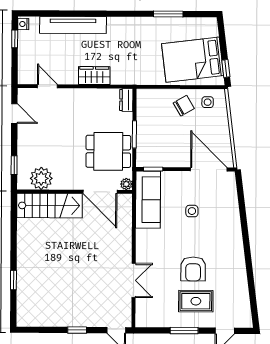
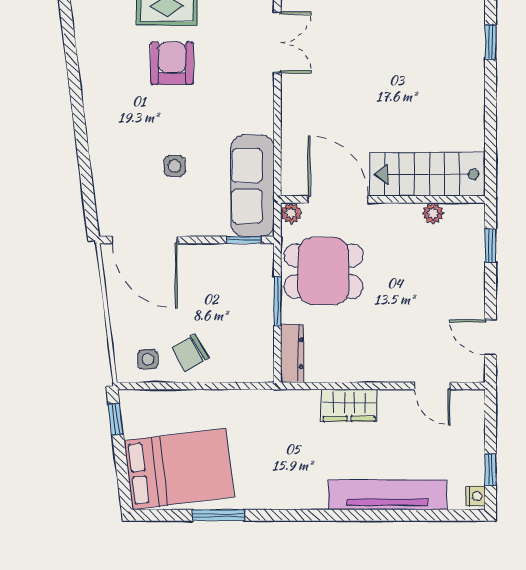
bed: (193, 60) -> (179, 469), moved
dresser: (126, 100) -> (292, 353), width x1.44
plant: (41, 178) -> (433, 213), width x0.53, depth x0.53
double door: (134, 280) -> (277, 42), swing flipped

